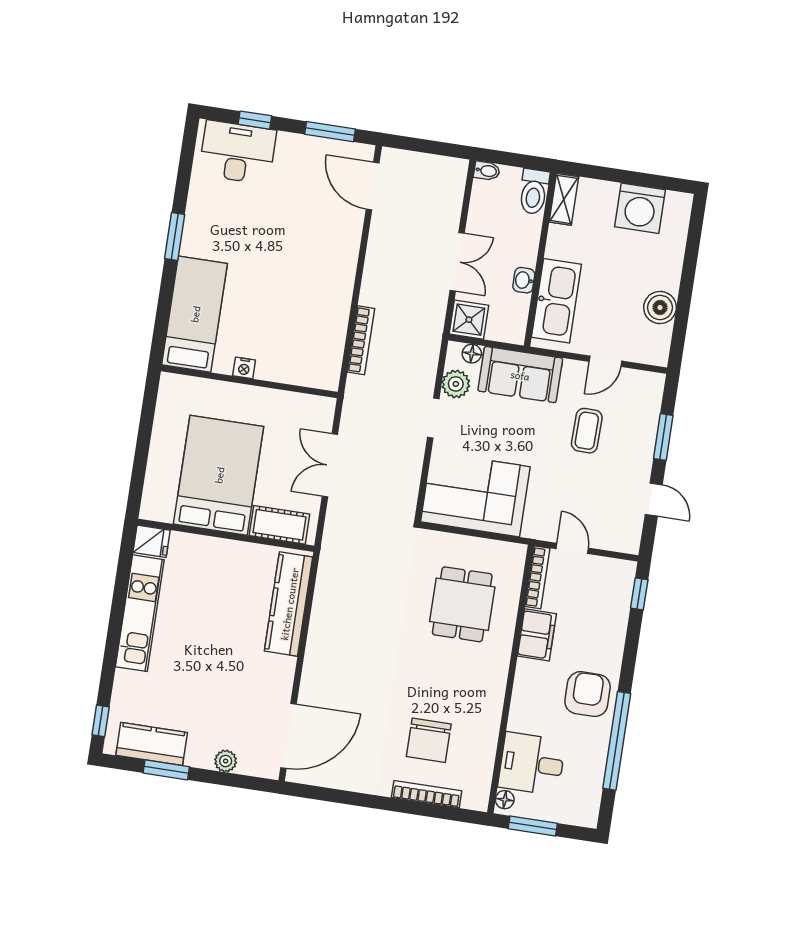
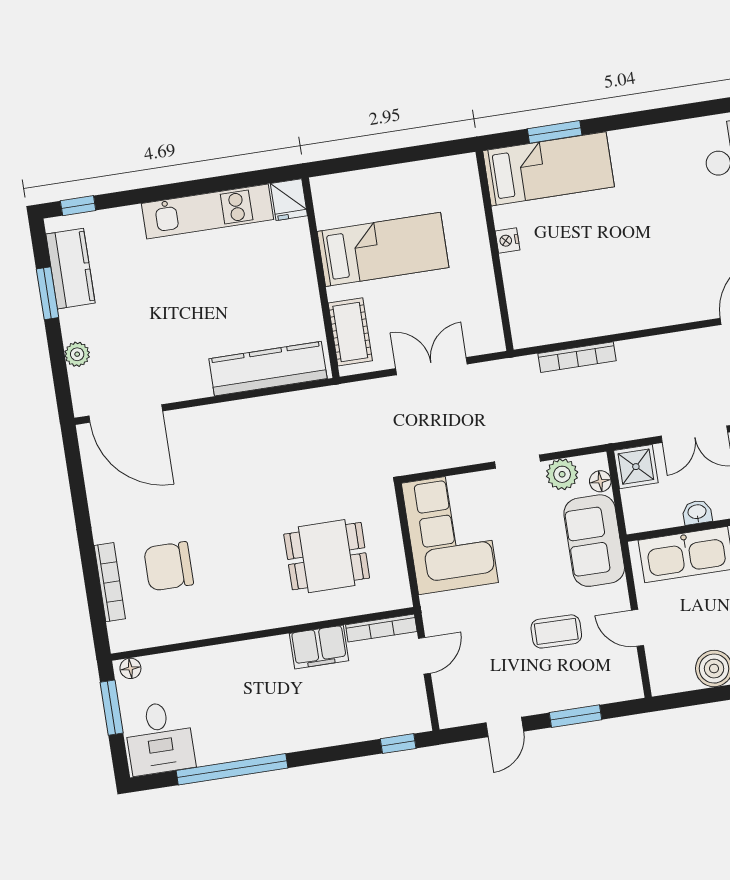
window: (175, 236) -> (555, 132), moved
bed: (219, 475) -> (383, 249), width x0.67
armchair: (588, 694) -> (272, 722), removed
desk: (532, 764) -> (159, 738), moved, turned 180

